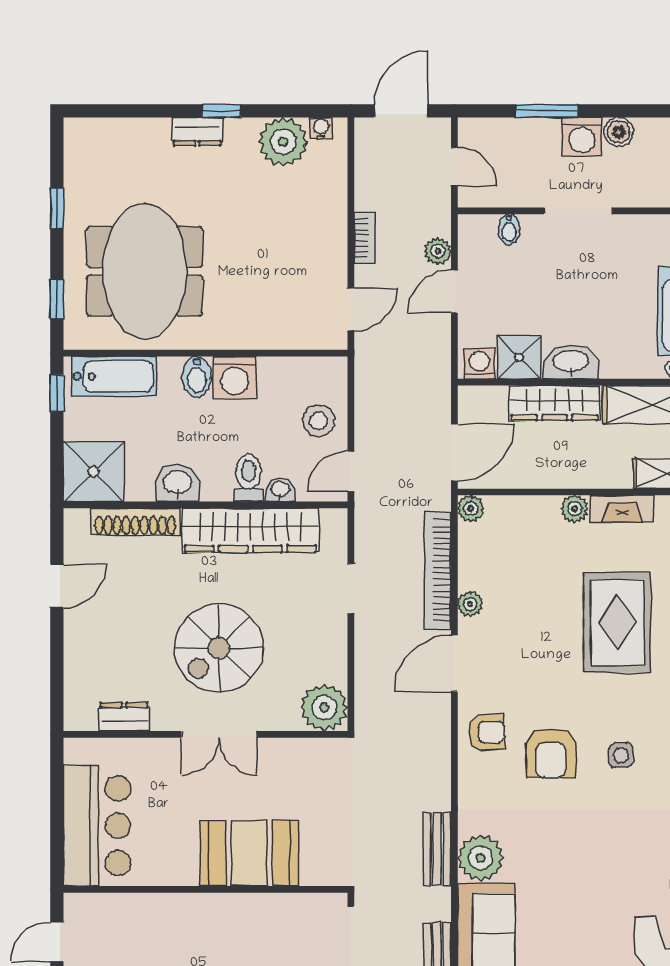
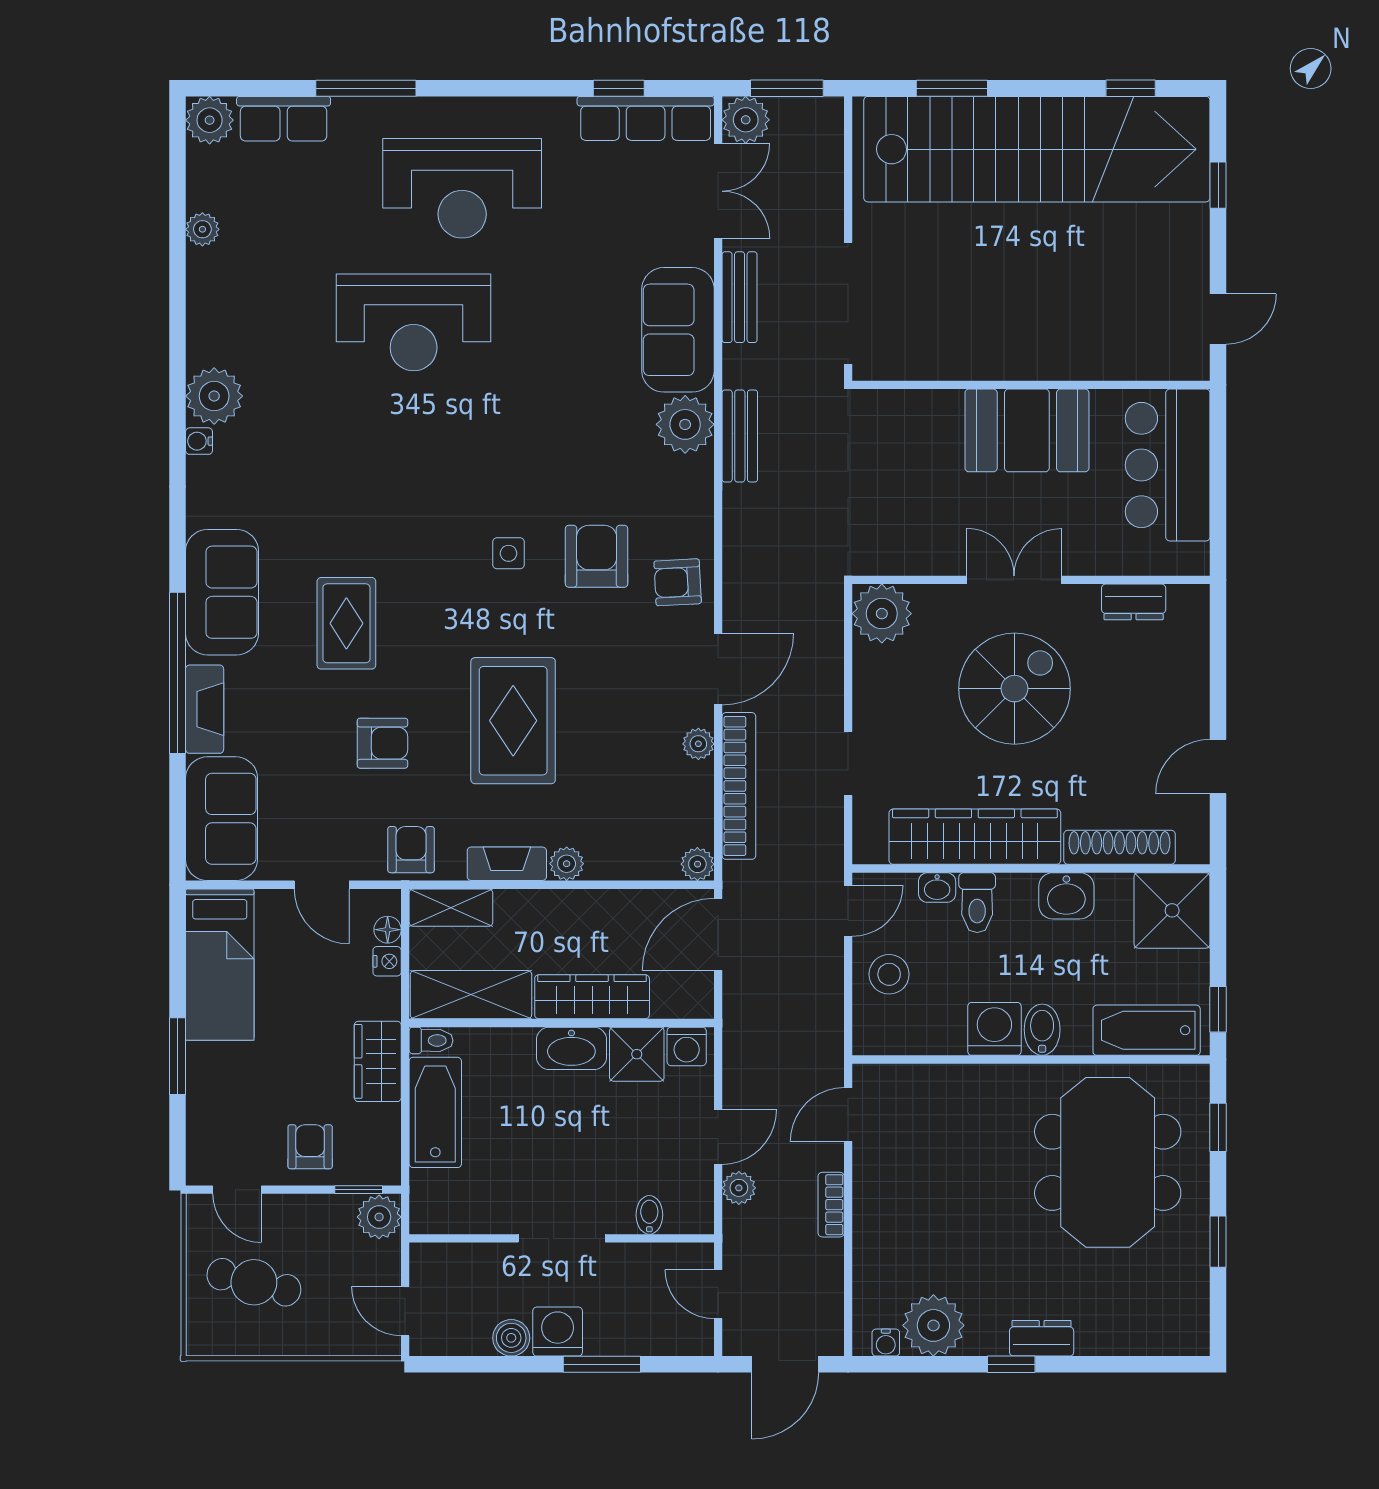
booth: (249, 853) -> (1027, 430), moved

